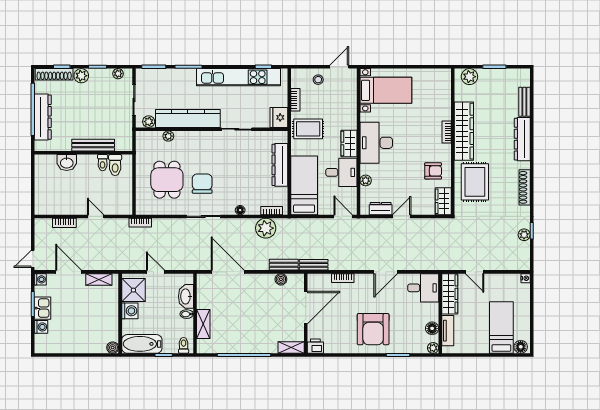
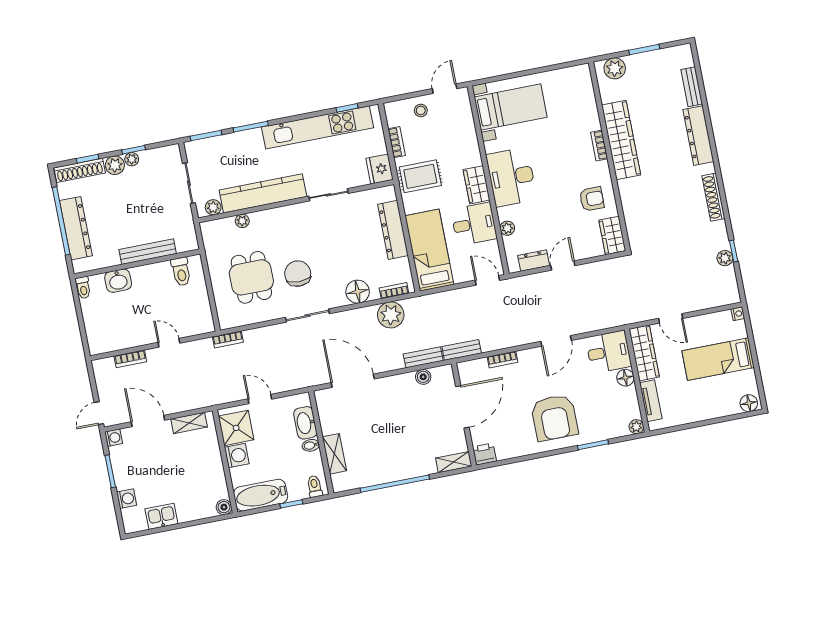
plant: (118, 74) -> (132, 159), moved
toilet: (103, 163) -> (83, 288), moved
rug: (475, 182) -> (648, 202), removed
floor lamp: (240, 210) -> (358, 292), width x1.89, depth x1.89
kitchen sink: (43, 308) -> (161, 516), moved, turned -90
floor lamp: (432, 328) -> (625, 378), moved
bed: (501, 328) -> (718, 359), moved, turned -90

